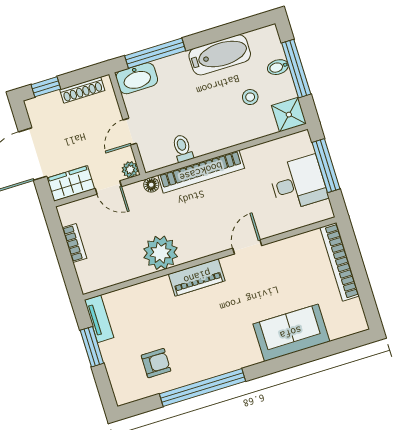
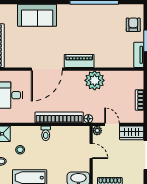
door: (130, 132) -> (91, 151), hinge flipped
toilet: (183, 148) -> (46, 133), moved
door: (247, 247) -> (47, 69), width x1.87
armchair: (156, 363) -> (133, 25), moved, turned 90

